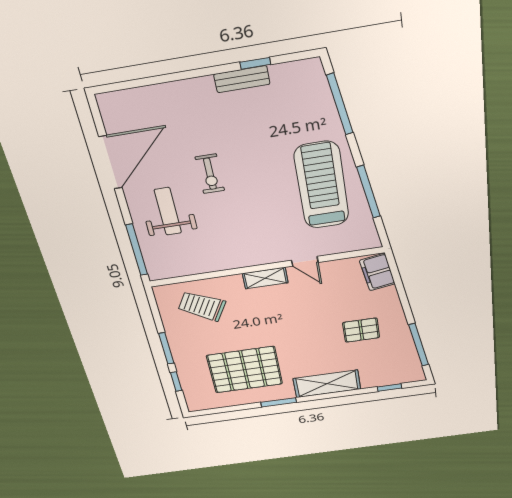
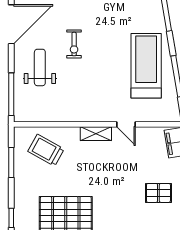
window: (166, 348) -> (11, 162), moved

